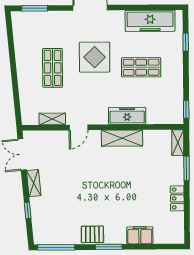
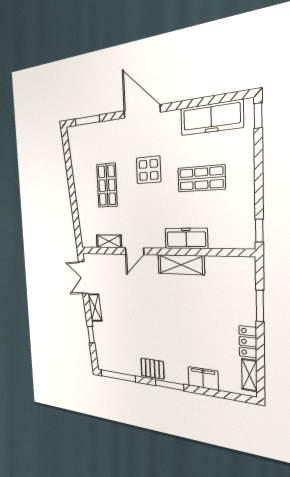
window: (186, 42) -> (258, 116), moved
display table: (95, 57) -> (149, 170), width x0.73, depth x0.73
shelving: (178, 143) -> (249, 375), moved

